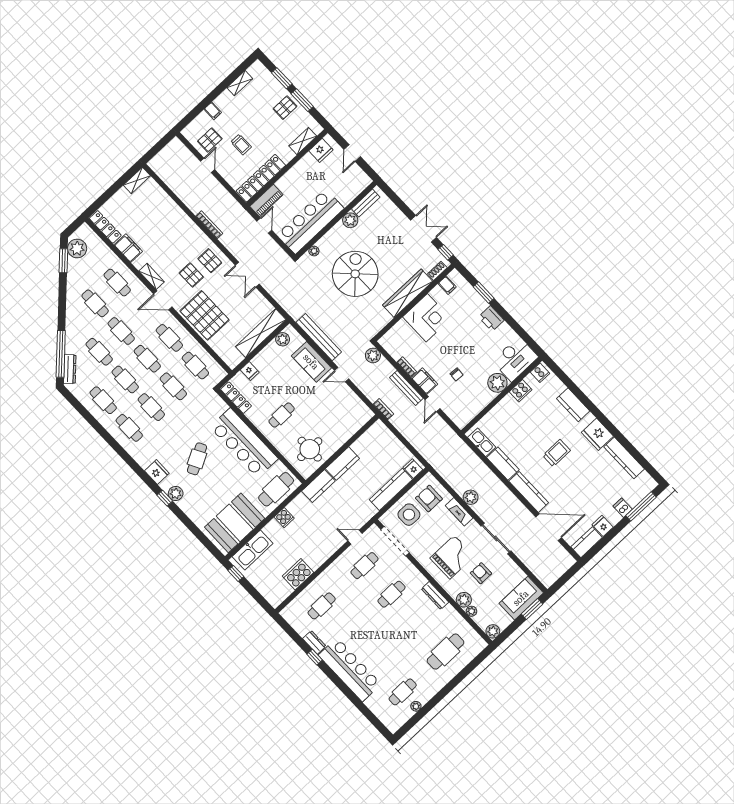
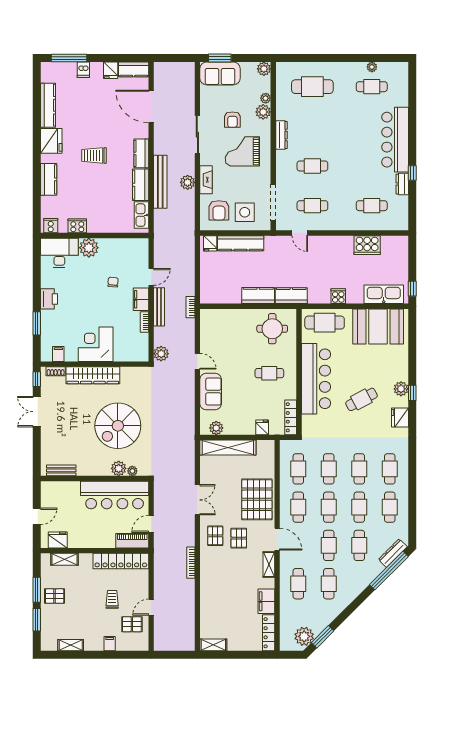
plant: (350, 220) -> (119, 468), moved
bench: (319, 337) -> (160, 182), moved
kitchen counter: (529, 492) -> (141, 153), width x0.67

